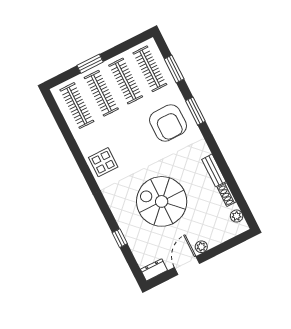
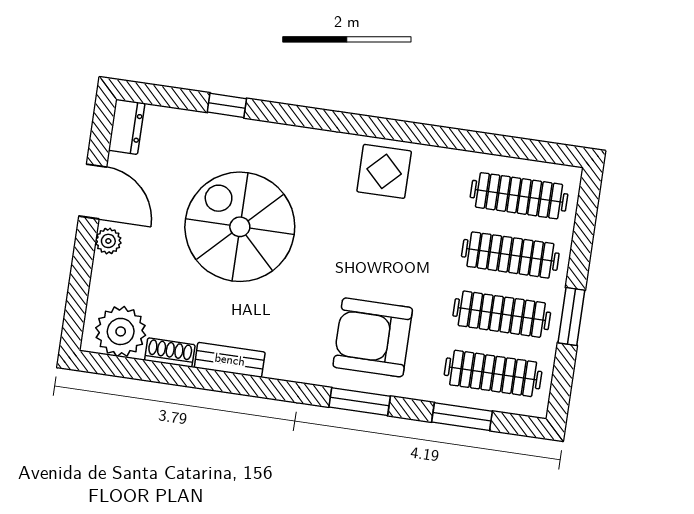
window: (90, 64) -> (571, 316), moved
spiral stairs: (162, 201) -> (240, 227), turned -90
plant: (237, 216) -> (121, 331), width x1.87, depth x1.87

